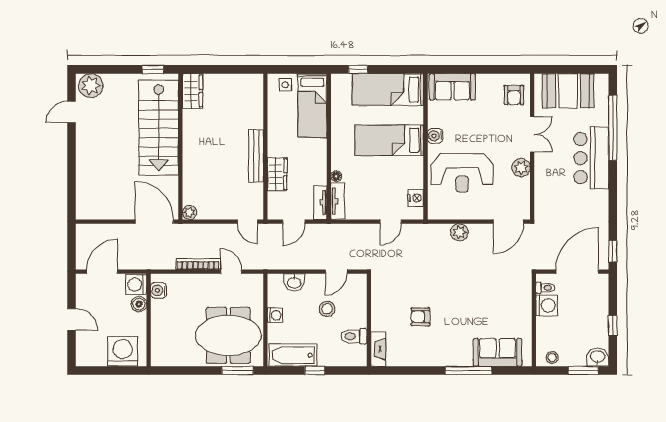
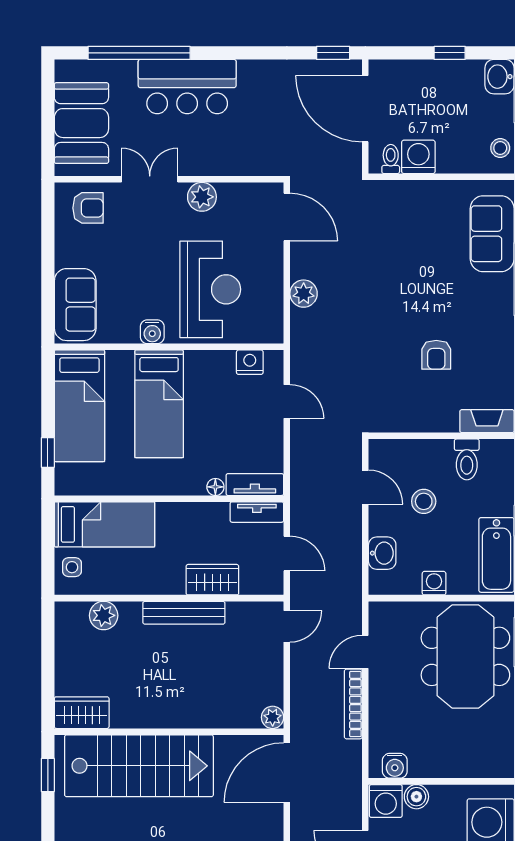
plant: (254, 105) -> (104, 615), added

